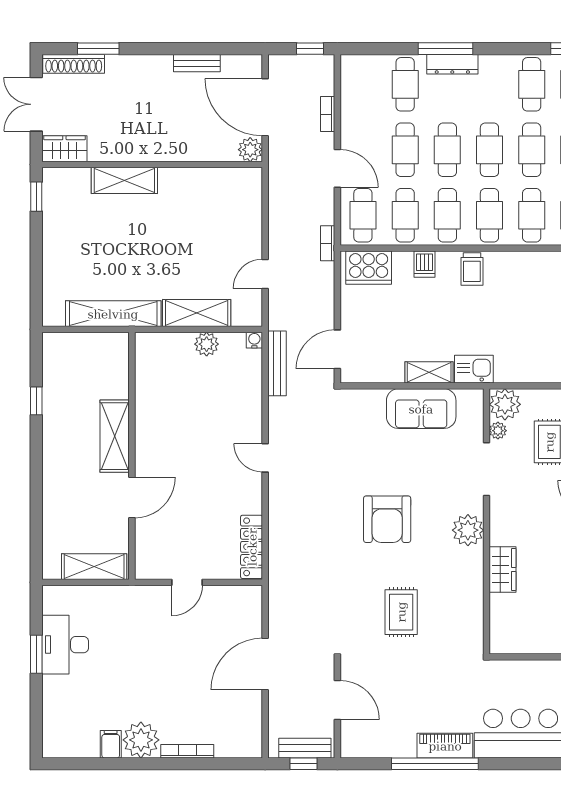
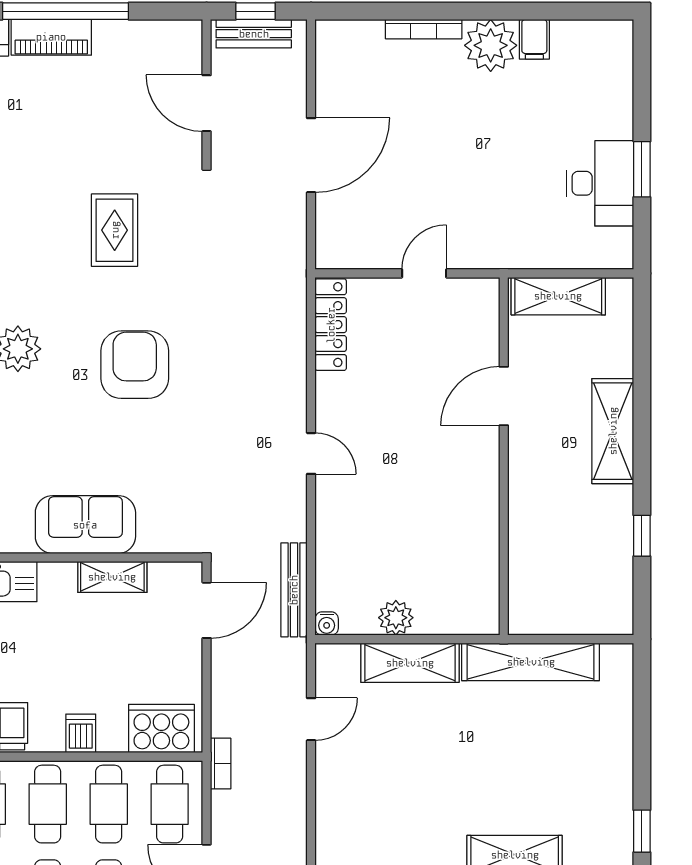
shelving: (429, 372) -> (112, 577), moved
shelving: (115, 436) -> (613, 431), moved

